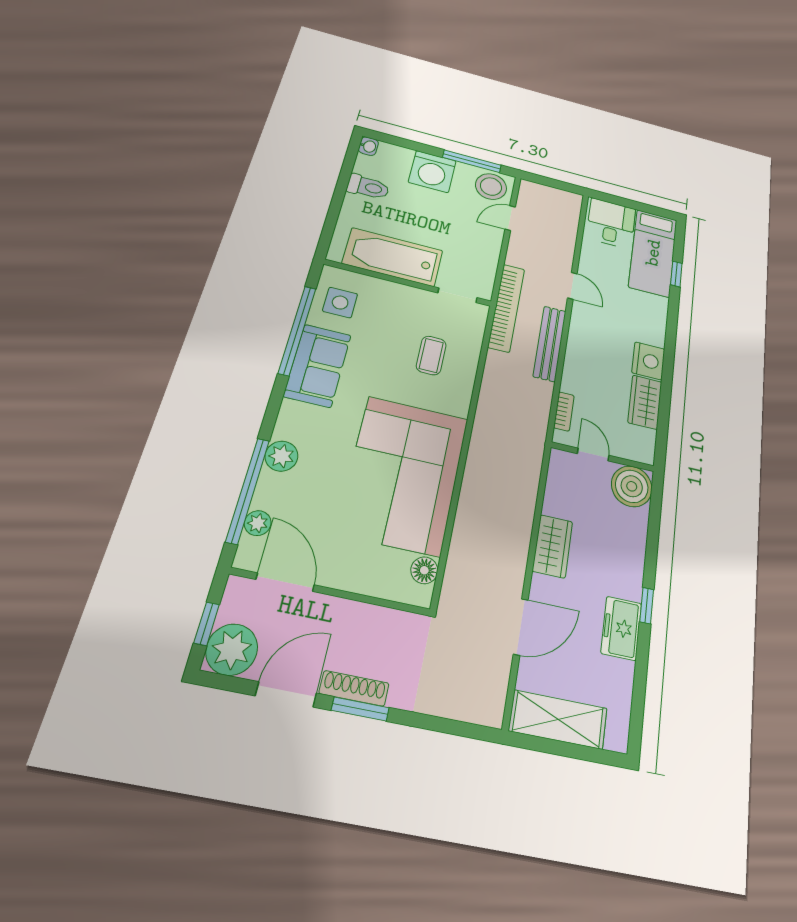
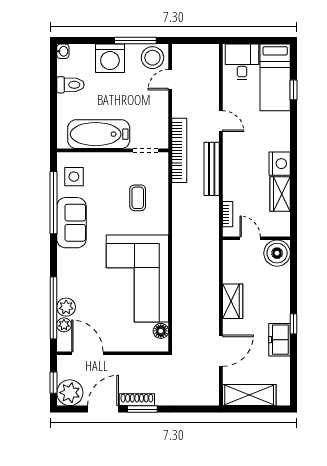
plant: (281, 456) -> (66, 307), moved

